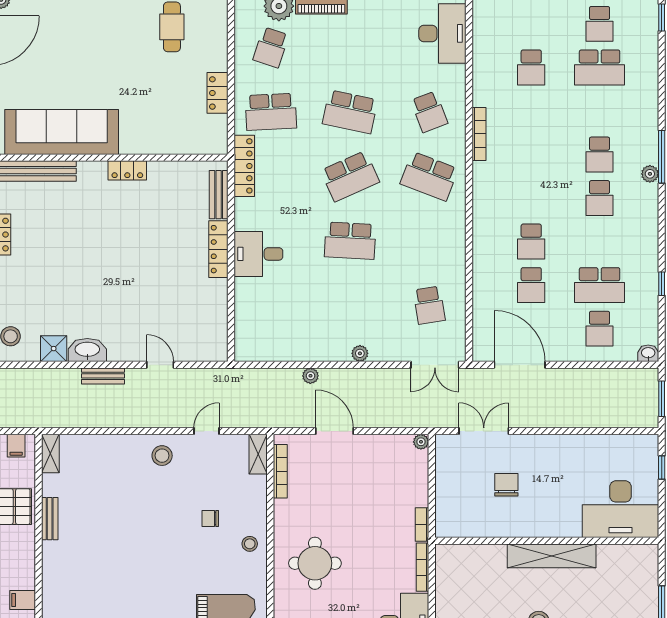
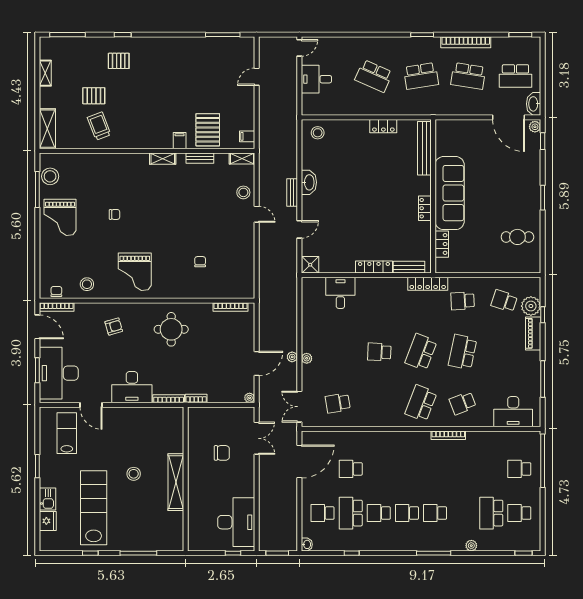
school desk: (531, 67) -> (519, 469), moved
locker: (218, 93) -> (442, 244), moved, turned 90
school desk: (271, 112) -> (463, 301), width x0.54
sofa: (62, 132) -> (450, 193), moved
plant: (650, 174) -> (471, 546), moved
school desk: (350, 176) -> (421, 352), turned 45
school desk: (350, 241) -> (379, 352), width x0.54
school desk: (531, 242) -> (379, 513), moved
desk: (258, 254) -> (340, 293), moved
shower: (54, 349) -> (310, 265), moved
plant: (310, 376) -> (292, 357), moved
door: (206, 431) -> (257, 214), moved
door: (334, 431) -> (257, 363), moved
shelving: (258, 454) -> (163, 159), moved
stool: (162, 456) -> (243, 192), moved
desk: (620, 509) -> (236, 522), moved, turned 180
stool: (250, 544) -> (184, 287), removed
filing cabinet: (23, 600) -> (180, 141), moved

